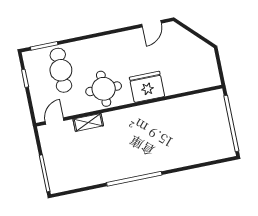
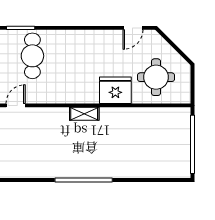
round table: (104, 89) -> (156, 77), moved
shelving: (88, 122) -> (84, 114), moved

